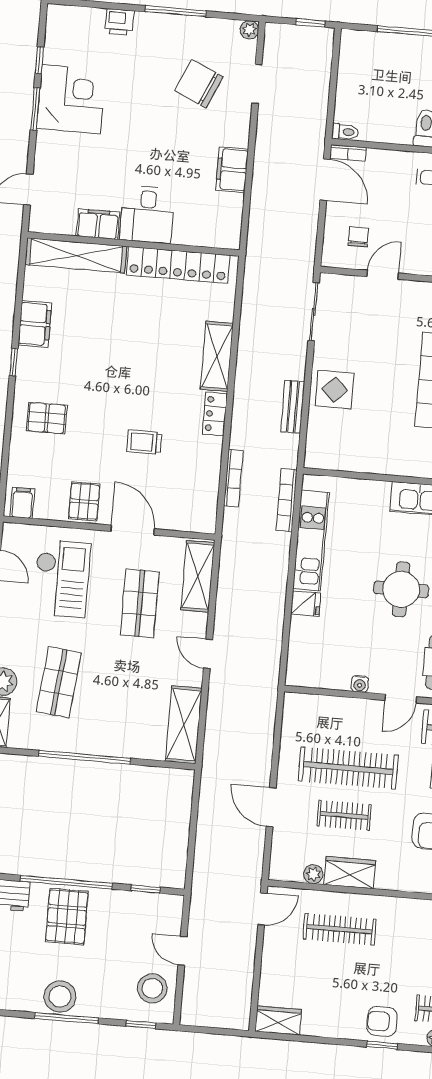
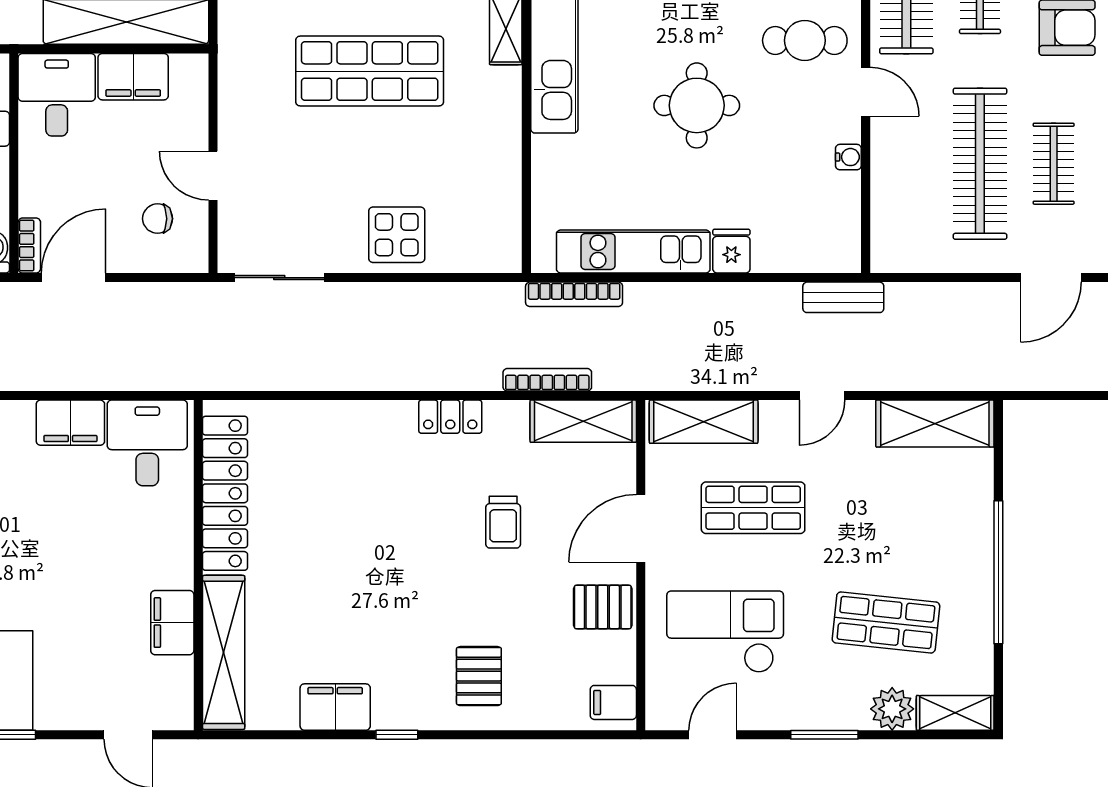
desk: (147, 214) -> (147, 443), moved, turned -90
shelving: (217, 356) -> (583, 421), moved
bench: (293, 407) -> (843, 297), moved

